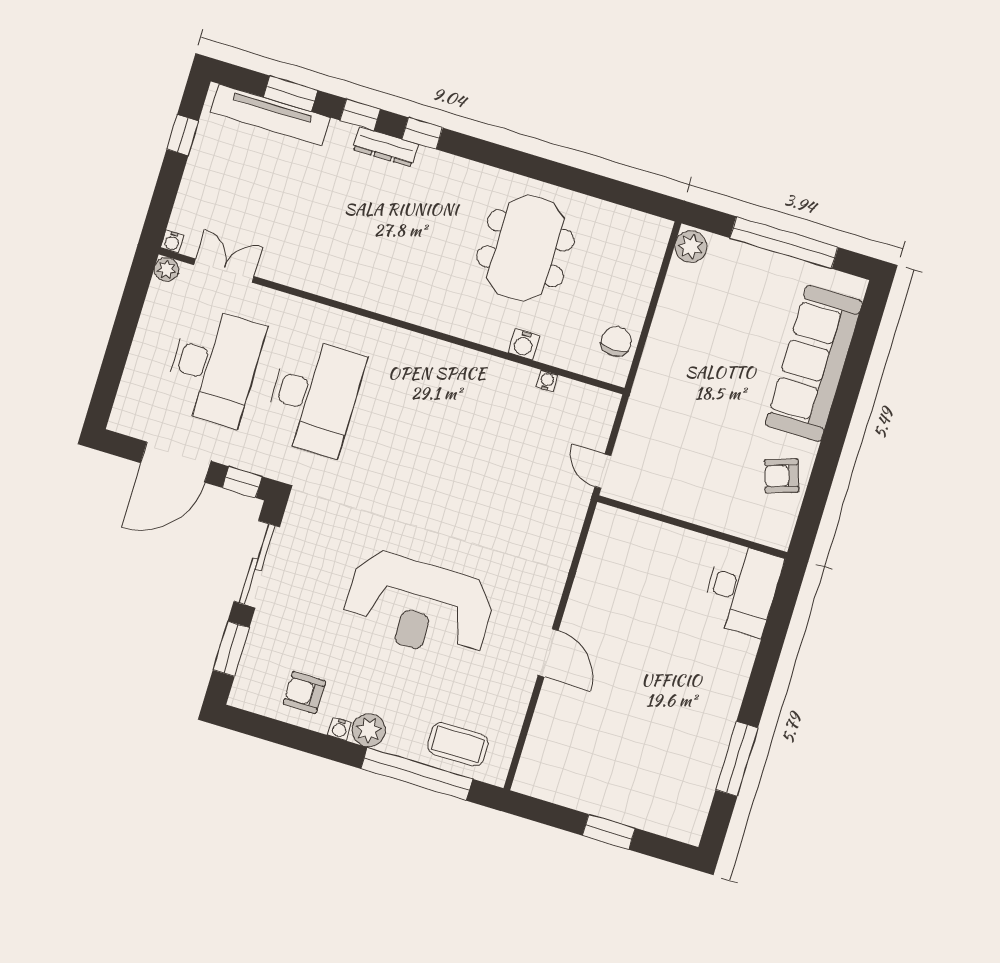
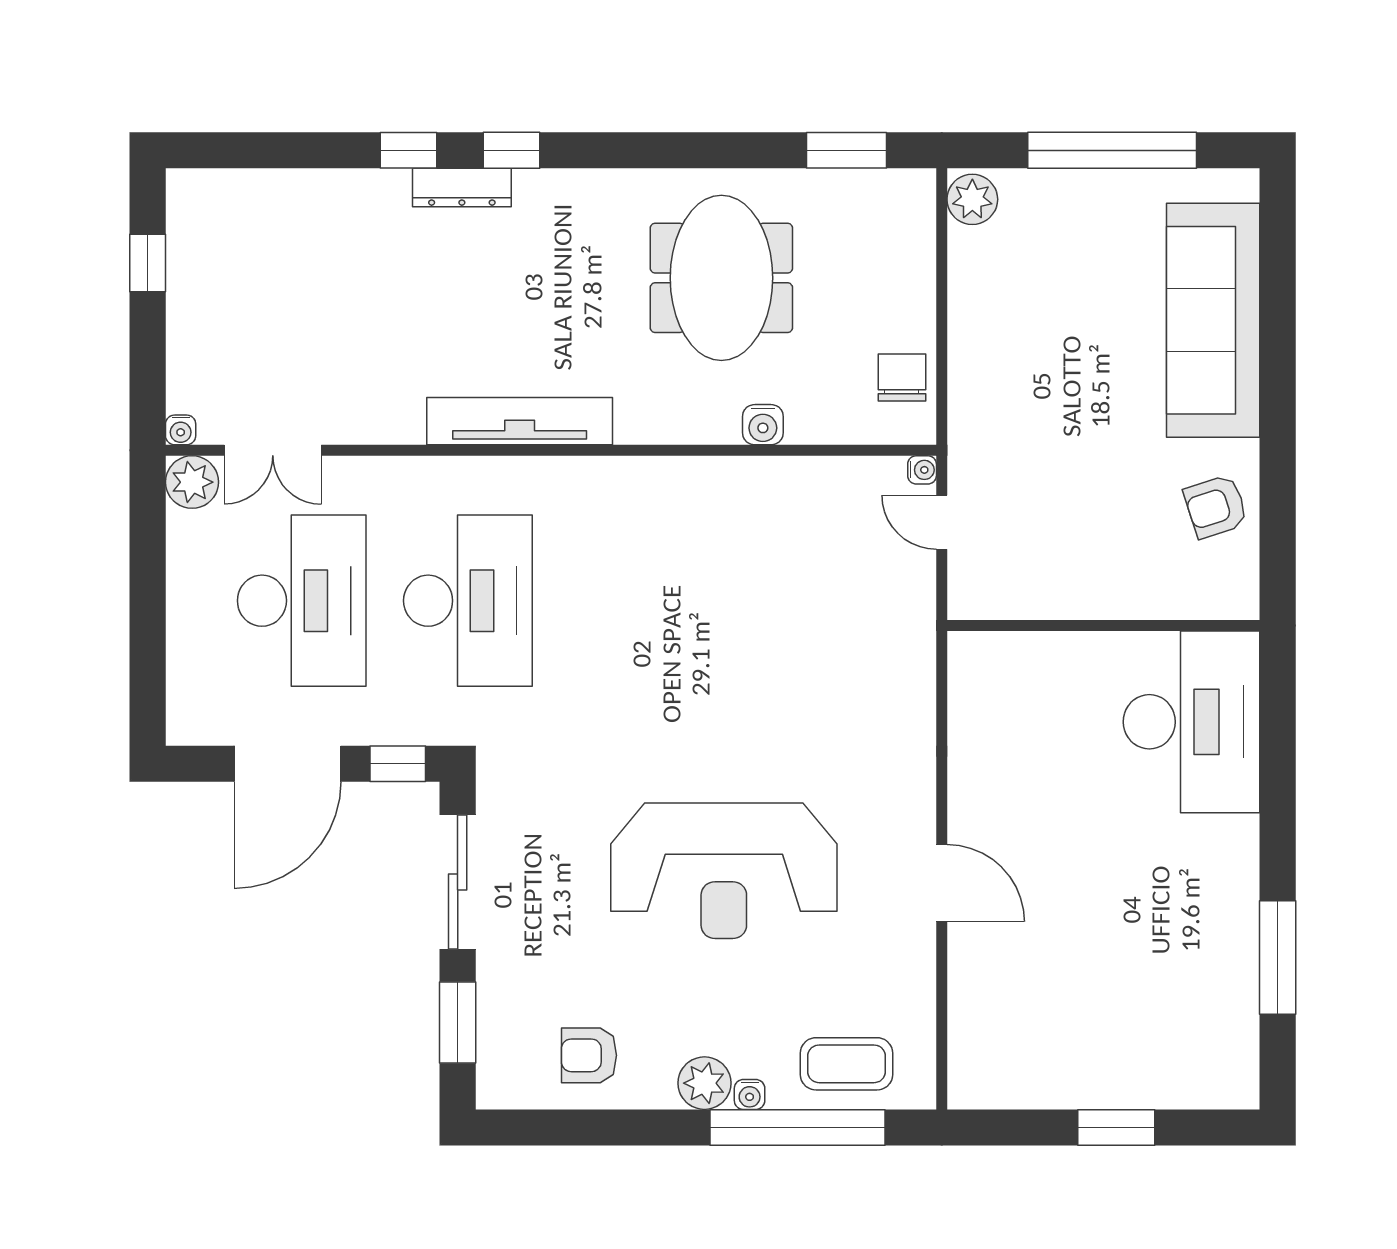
window: (290, 94) -> (846, 150), moved
tv unit: (270, 115) -> (520, 421), moved, turned 180
plant: (167, 269) -> (192, 482), width x1.38, depth x1.38
double door: (224, 271) -> (273, 450), swing flipped
water cooler: (547, 381) -> (922, 470), moved, turned 90
door: (603, 471) -> (942, 522), moved
desk: (742, 589) -> (1192, 722), width x1.36, depth x1.30
water cooler: (340, 729) -> (750, 1094), moved

